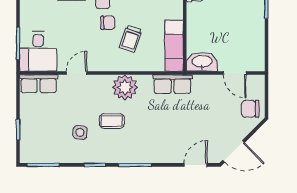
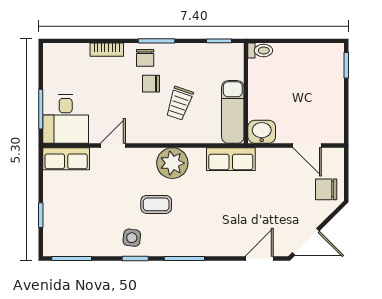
chair: (108, 23) -> (151, 84), turned 180
washbasin: (202, 62) -> (262, 132), width x0.72
side table: (80, 132) -> (132, 238), moved

